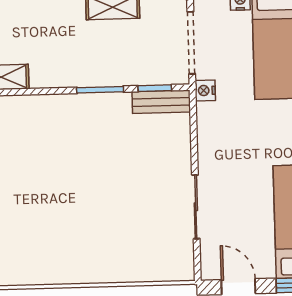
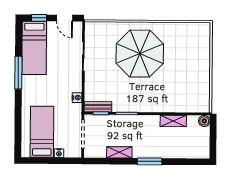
nightstand: (205, 90) -> (77, 98), moved
parasol: (77, 217) -> (140, 54), added

